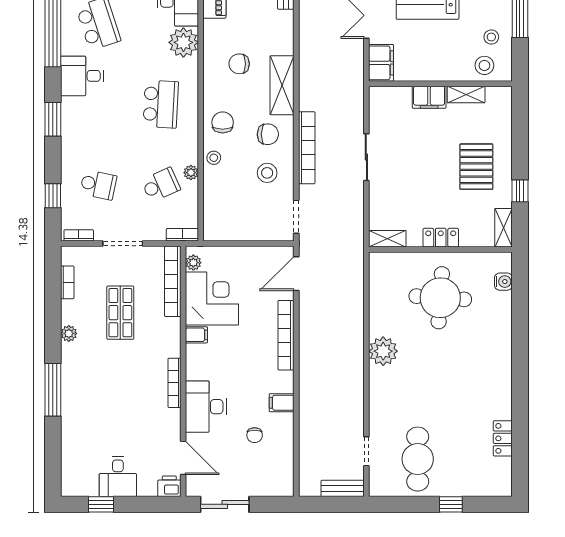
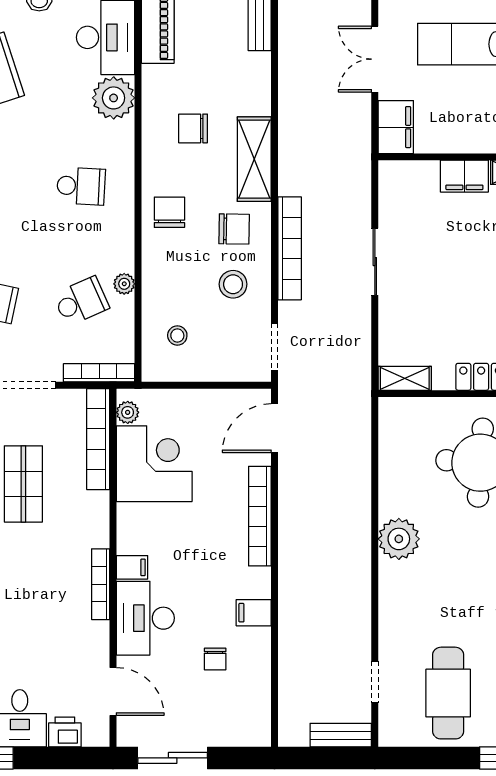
school desk: (161, 104) -> (81, 186), width x0.54
stool: (214, 158) -> (177, 336), moved
bookcase: (182, 235) -> (99, 373), width x1.56
filing cabinet: (196, 335) -> (132, 567), moved
printer: (169, 486) -> (65, 732), moved

